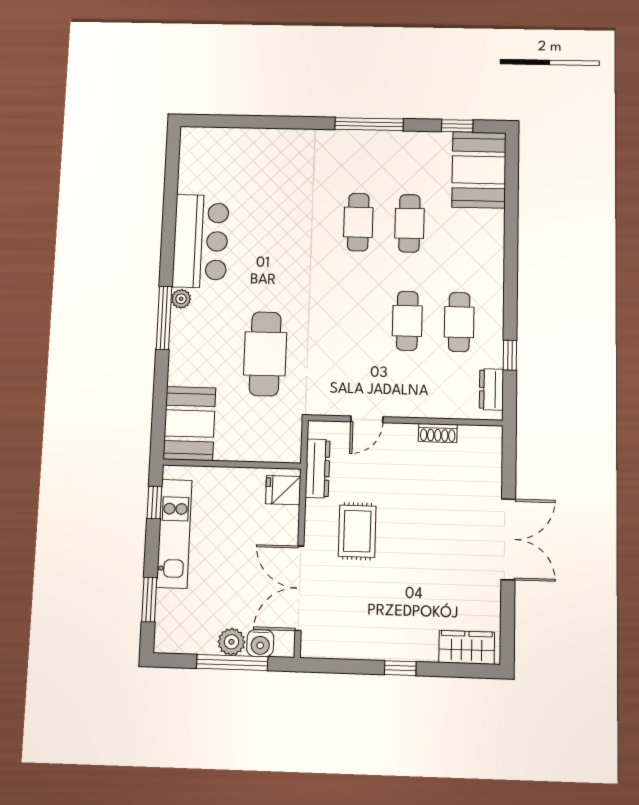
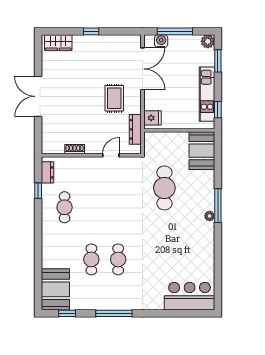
bar counter: (201, 241) -> (190, 296), moved, turned 90
cafe table: (407, 321) -> (91, 207), removed
plant: (231, 642) -> (208, 41), moved

